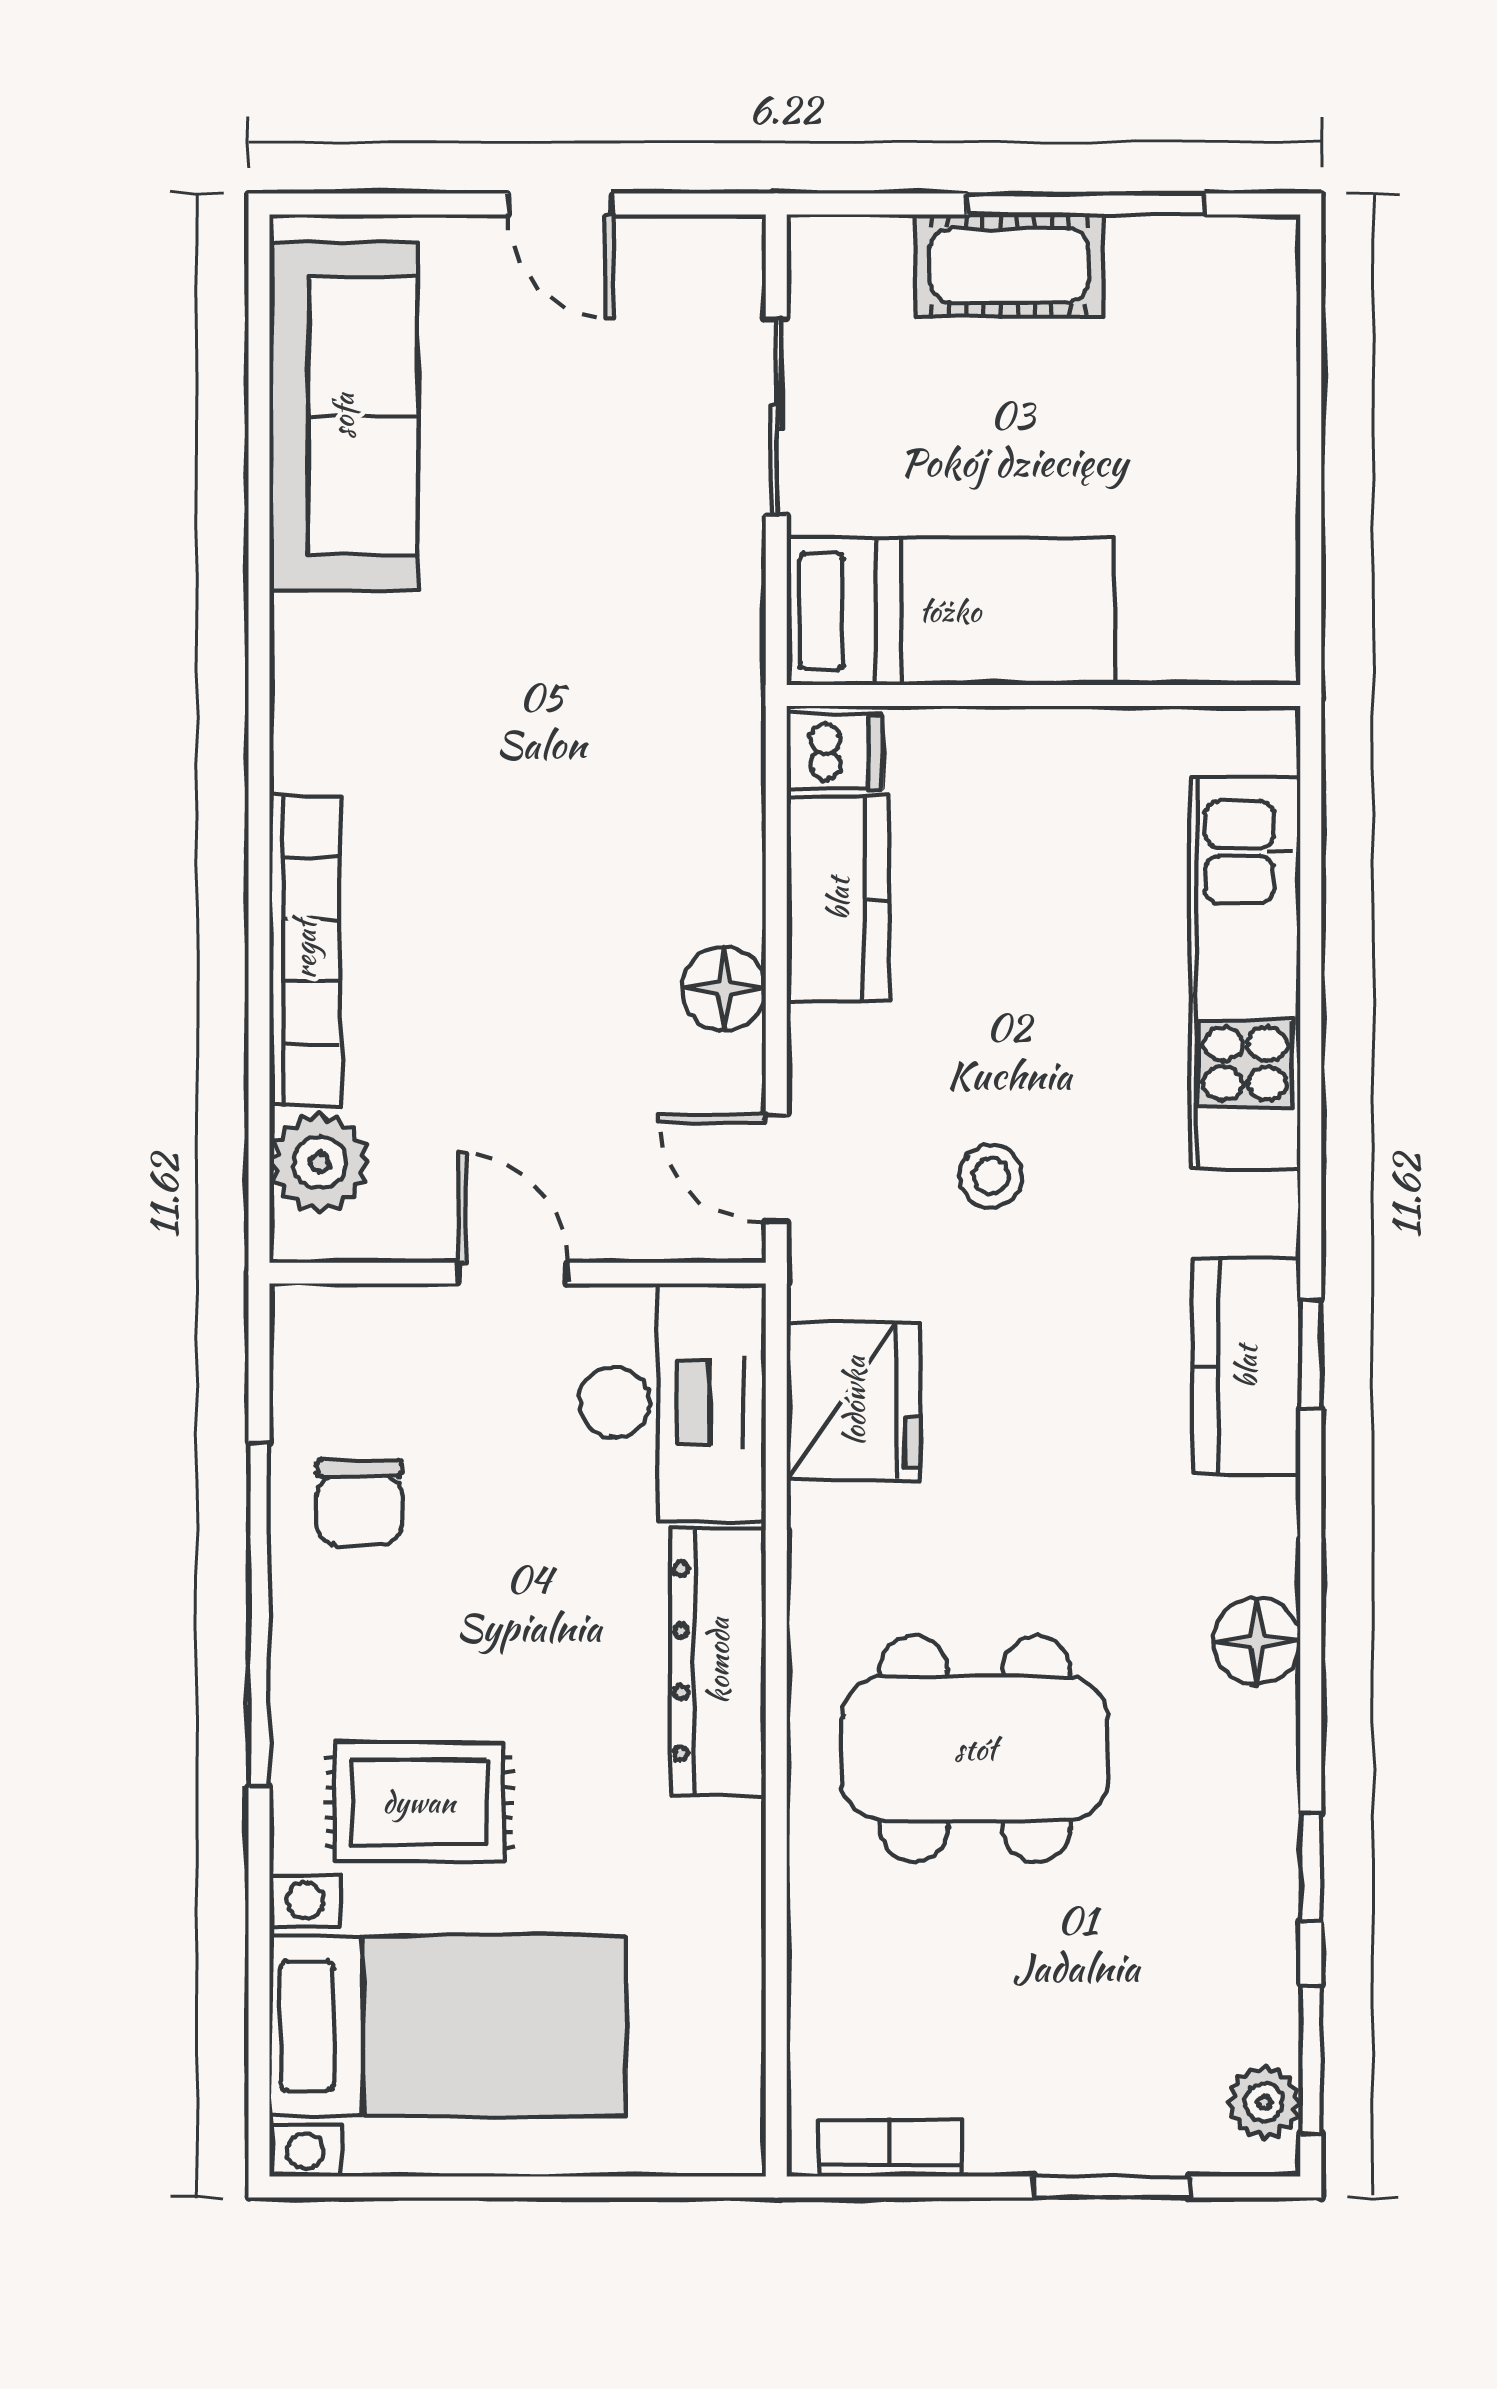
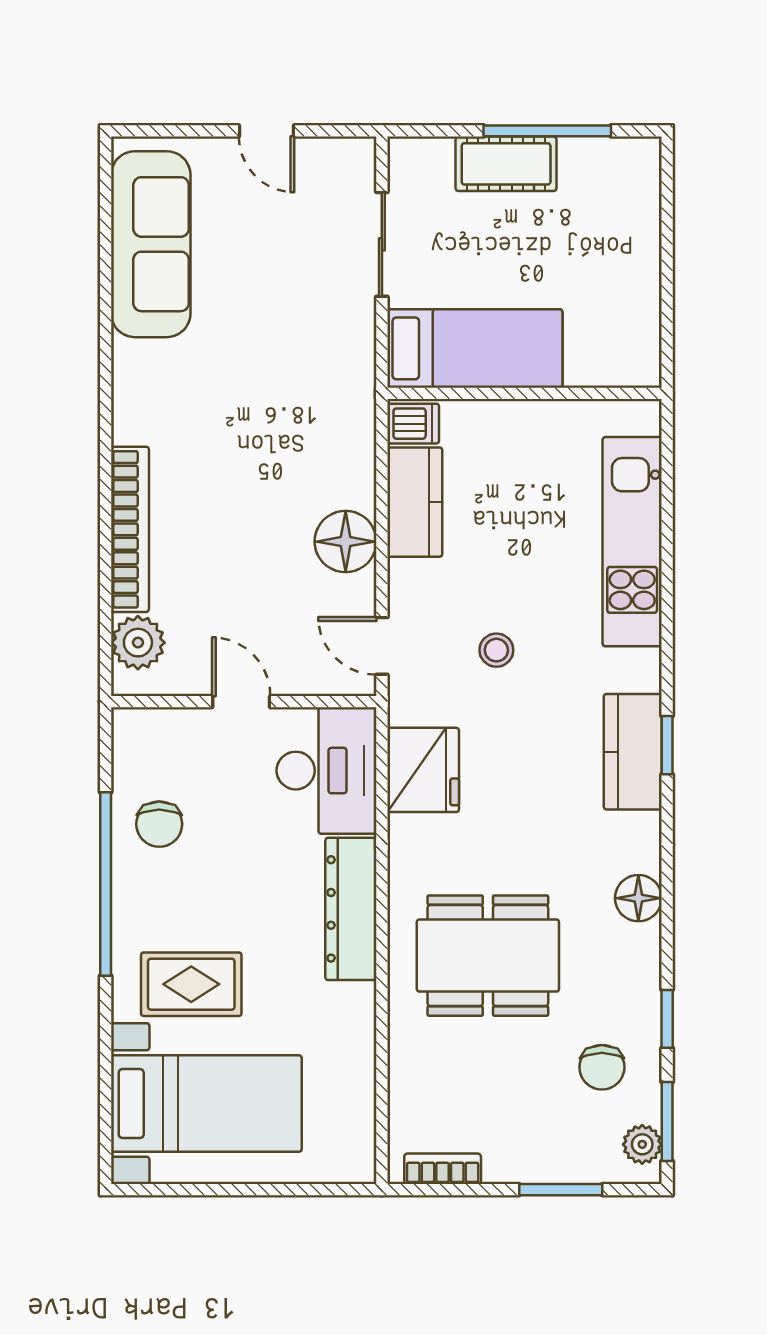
floor lamp: (724, 989) -> (346, 542), width x1.38, depth x1.38
chair: (1188, 1958) -> (602, 1067), added

